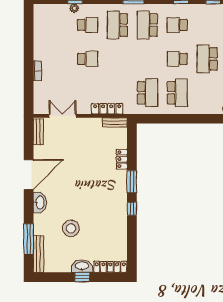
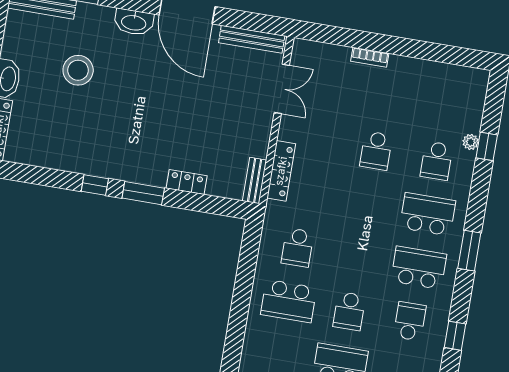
school desk: (177, 59) -> (349, 311), turned 180
school desk: (147, 93) -> (298, 248), width x0.54
bench: (38, 132) -> (252, 39), width x1.36

